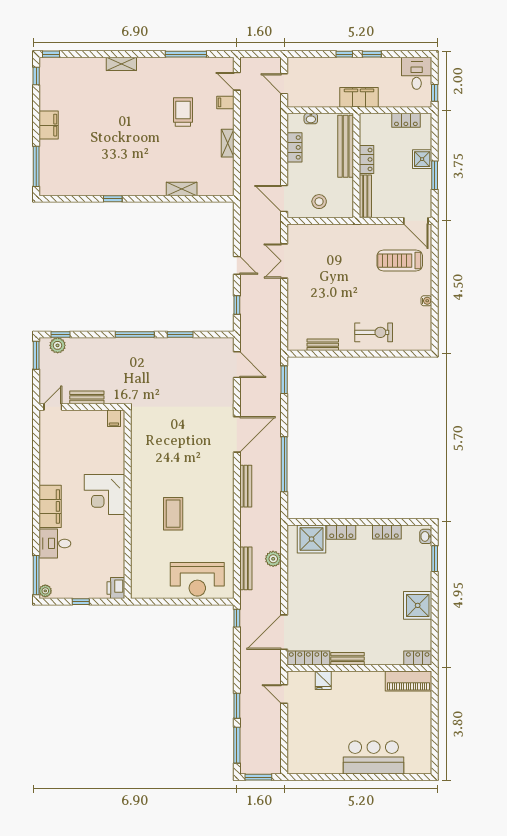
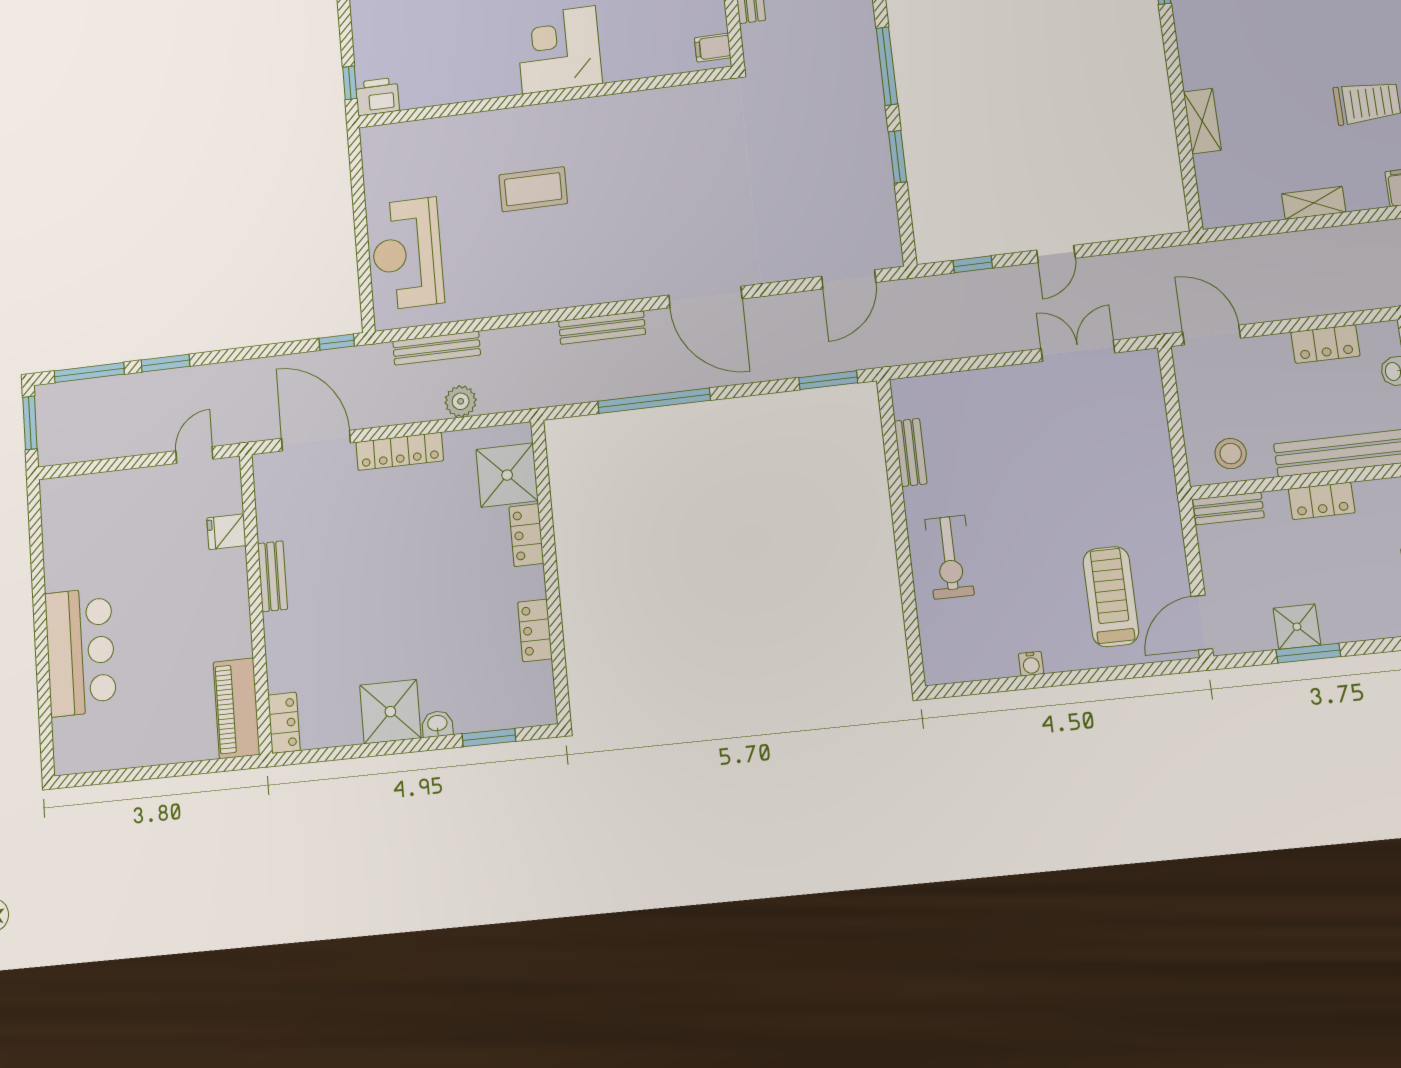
shower: (422, 159) -> (1297, 627), moved
bench: (365, 196) -> (1228, 508), width x0.73
door: (284, 199) -> (1212, 335), hinge flipped
stool: (319, 202) -> (1231, 454), moved
washbasin: (426, 536) -> (437, 724), moved
window: (81, 602) -> (350, 83), moved
locker: (308, 658) -> (400, 451), moved, turned 90

